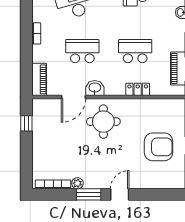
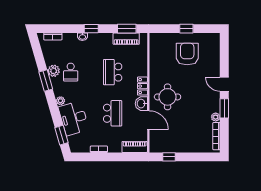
school desk: (82, 51) -> (113, 113), turned 180
locker: (138, 89) -> (142, 86), moved

